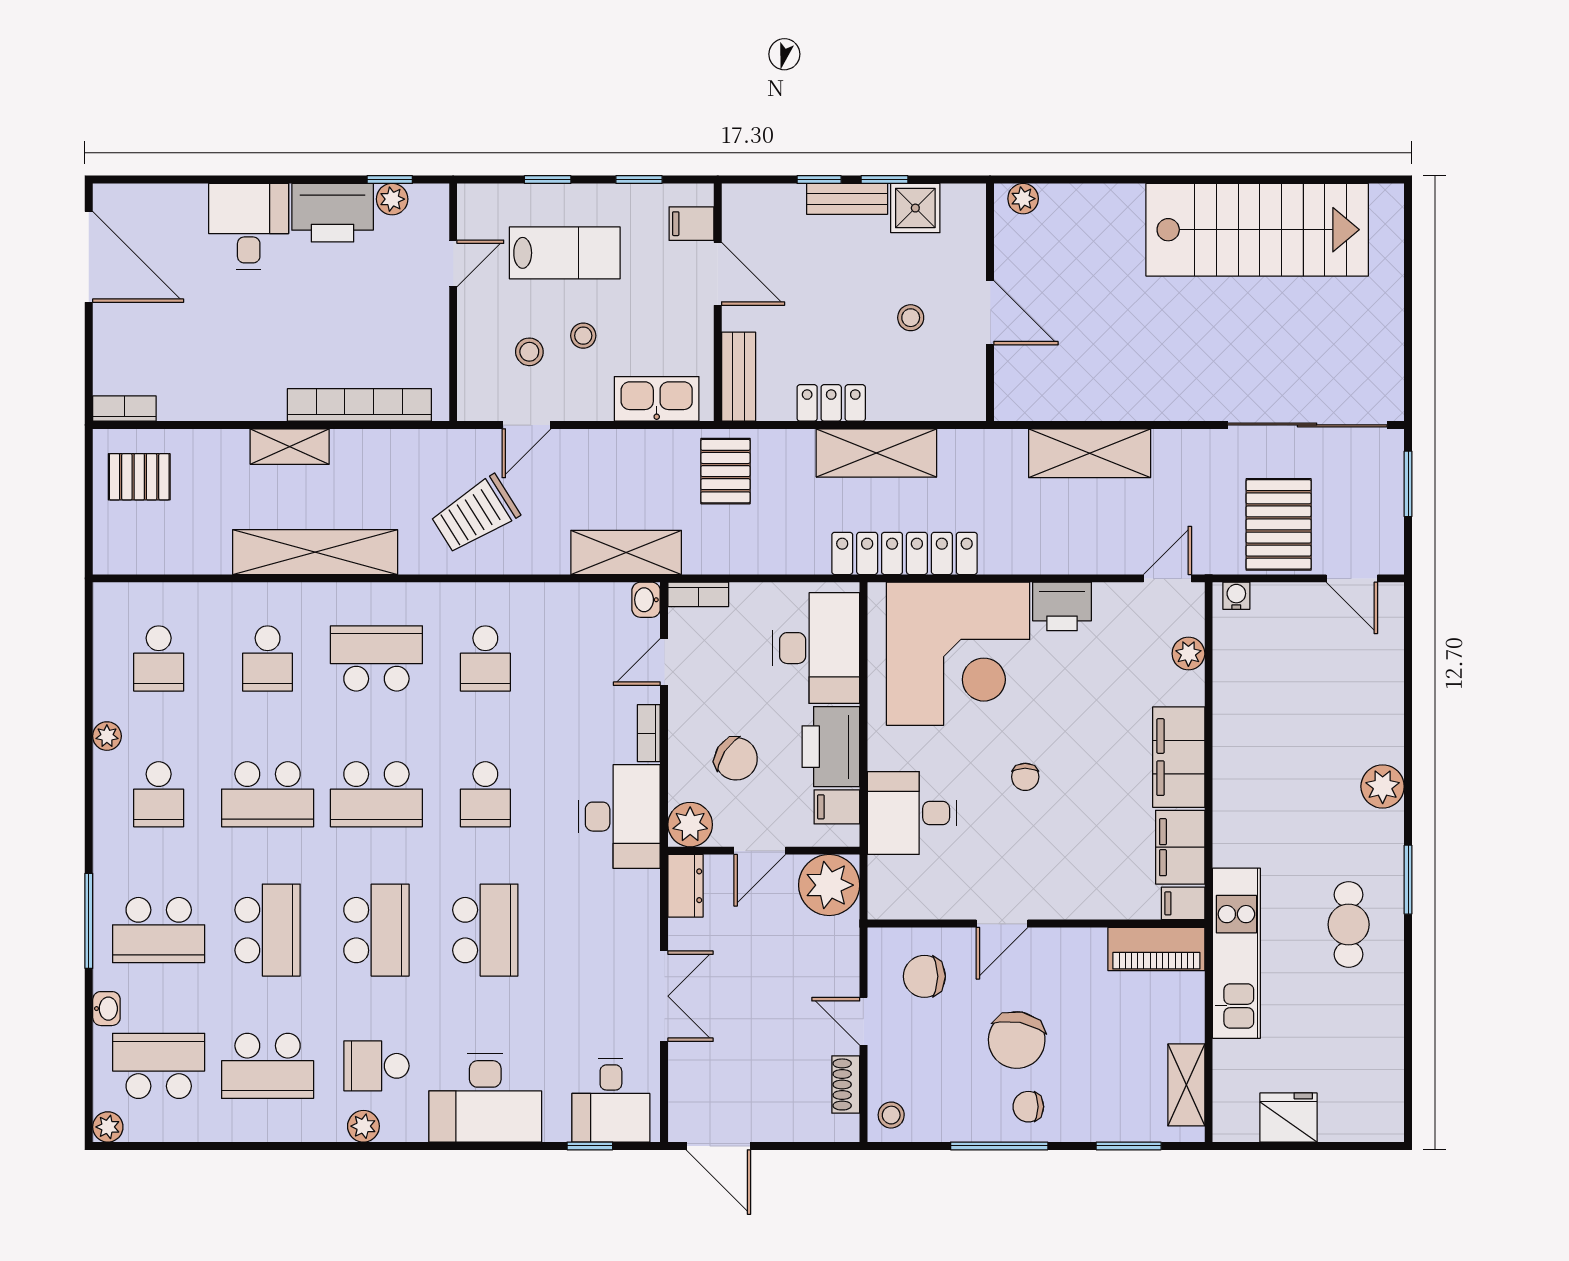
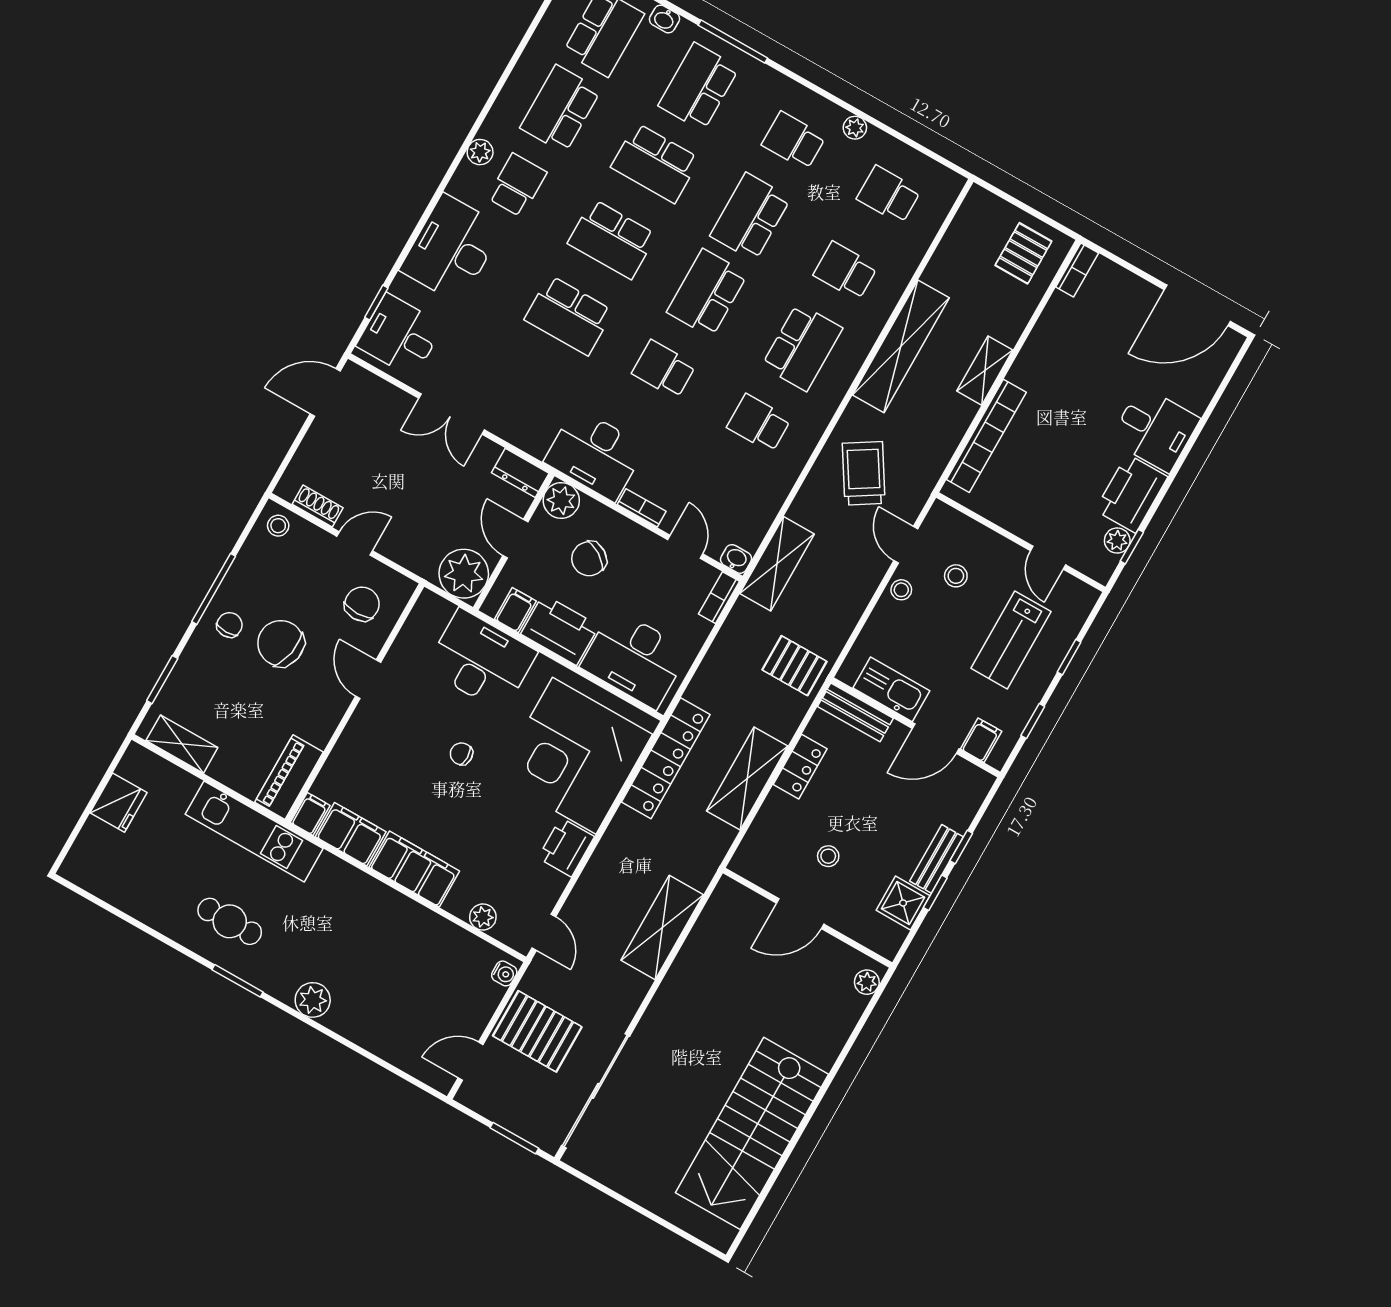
stool: (583, 336) -> (901, 590), moved
kitchen sink: (657, 399) -> (891, 689), moved, turned -90
desk: (912, 813) -> (481, 660), width x1.37

